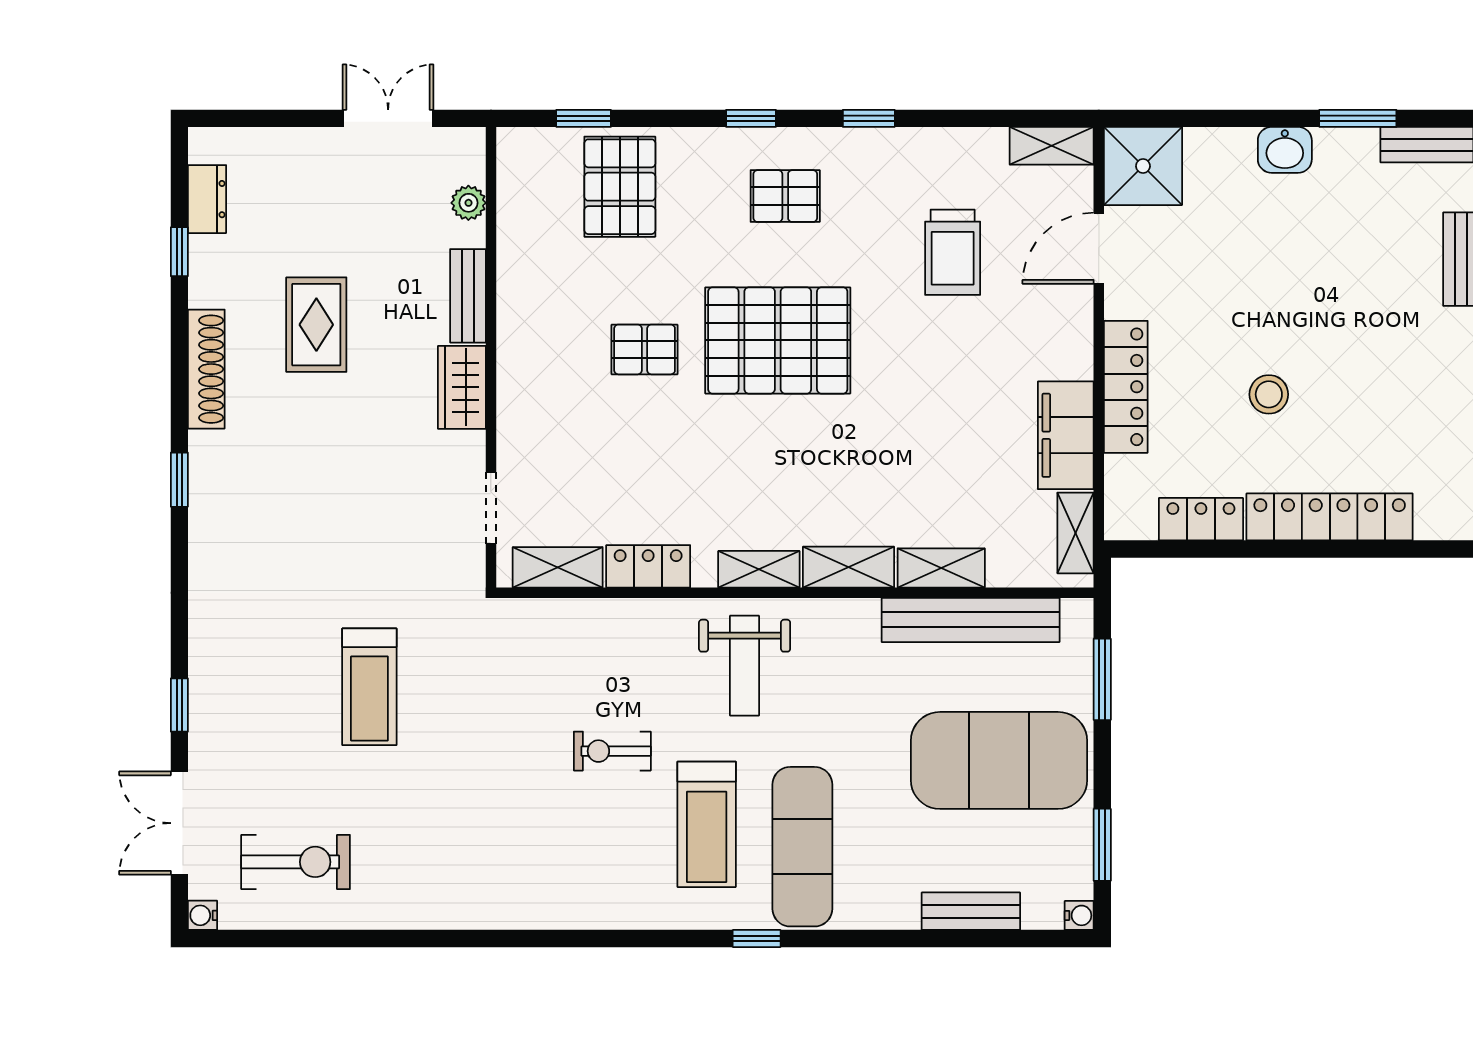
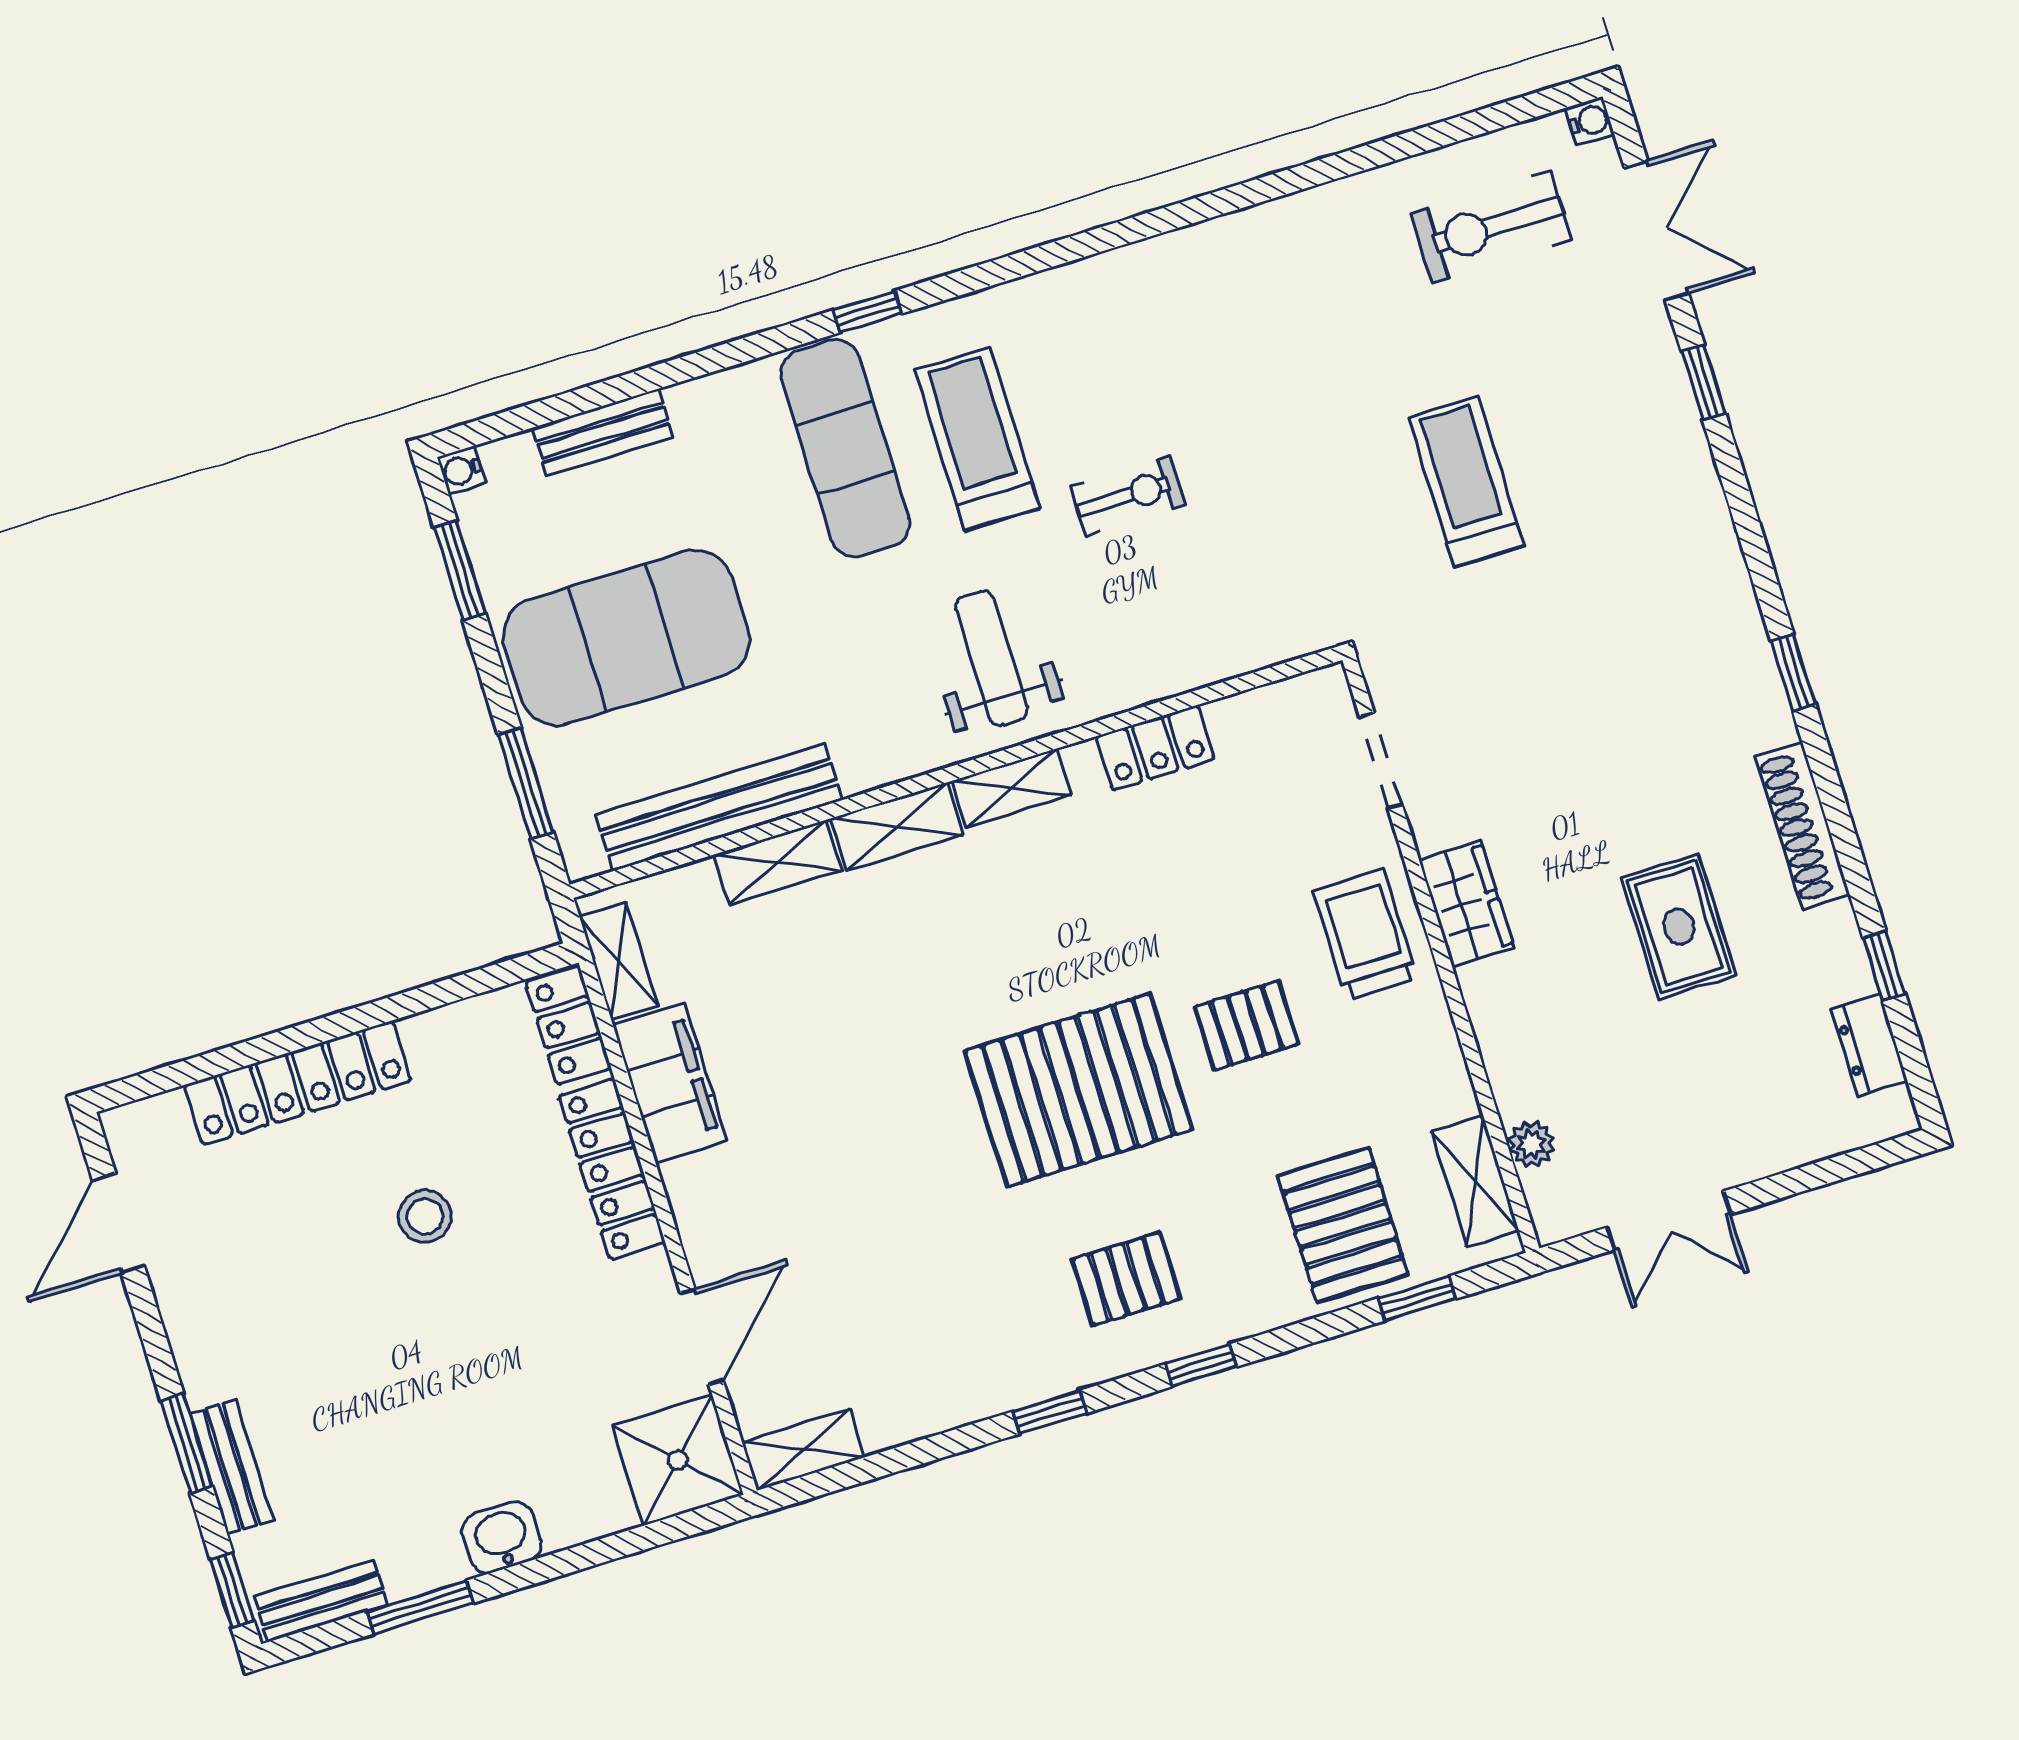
trolley: (953, 252) -> (1365, 934), moved
bench: (468, 296) -> (1495, 1024), removed
locker: (1201, 519) -> (568, 1025), moved, turned 90
shelving: (558, 567) -> (1475, 1181), moved, turned 90

